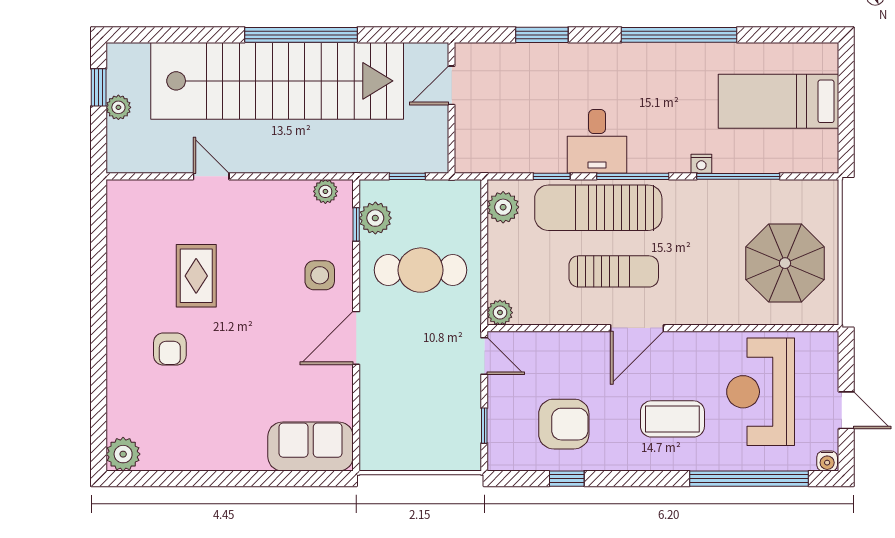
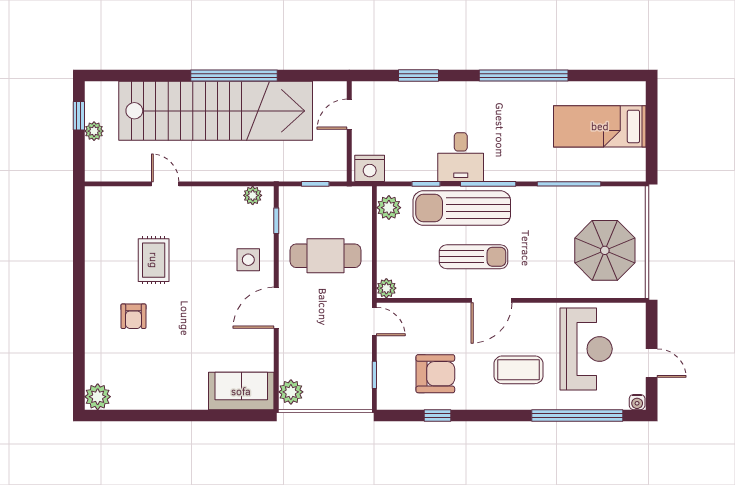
nightstand: (701, 164) -> (370, 168), moved, width x1.89, depth x1.79
plant: (375, 218) -> (291, 392), moved
reception desk: (761, 392) -> (586, 349), turned 180

